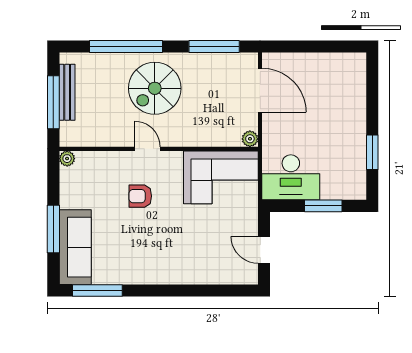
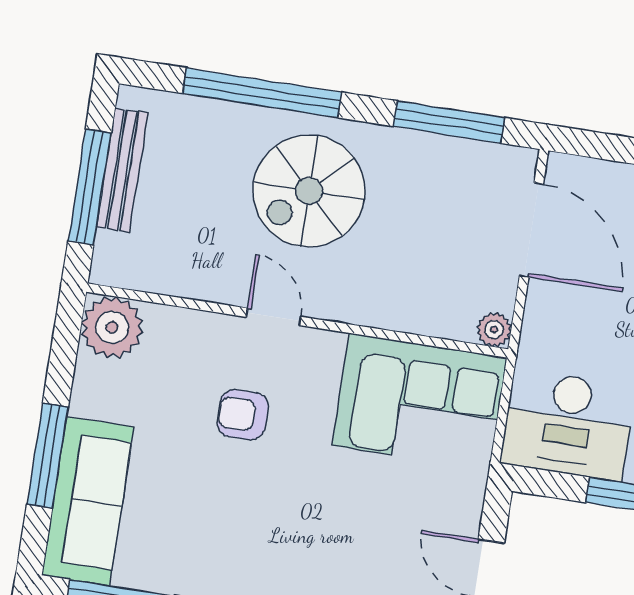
plant: (67, 159) -> (112, 327), width x1.87, depth x1.87

